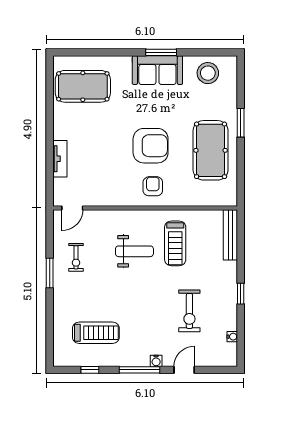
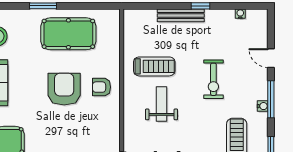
bench: (230, 235) -> (181, 15), moved
exercise bike: (189, 311) -> (213, 79), moved, turned 90
water cooler: (156, 361) -> (263, 106), moved

